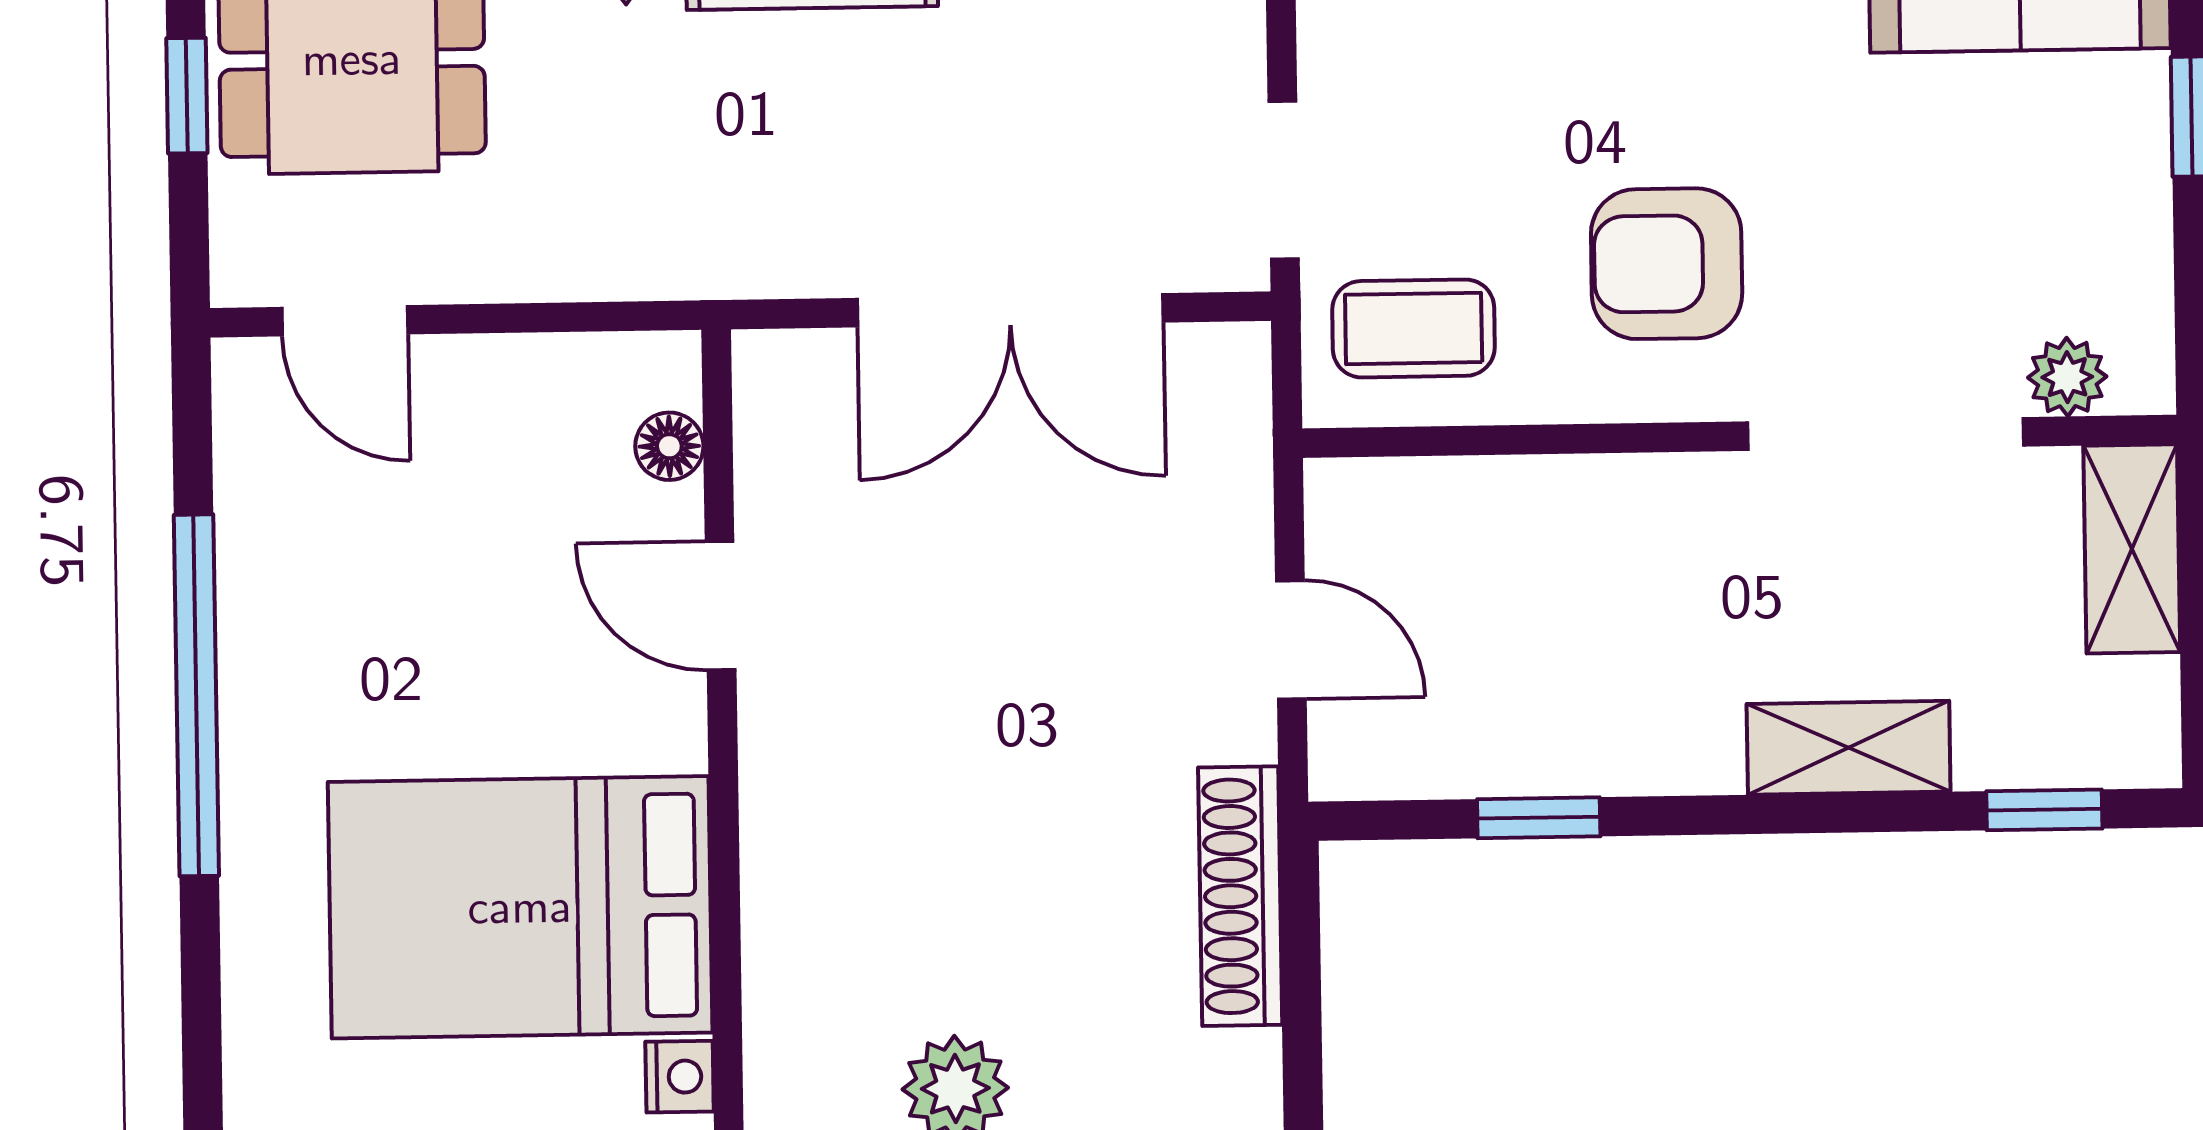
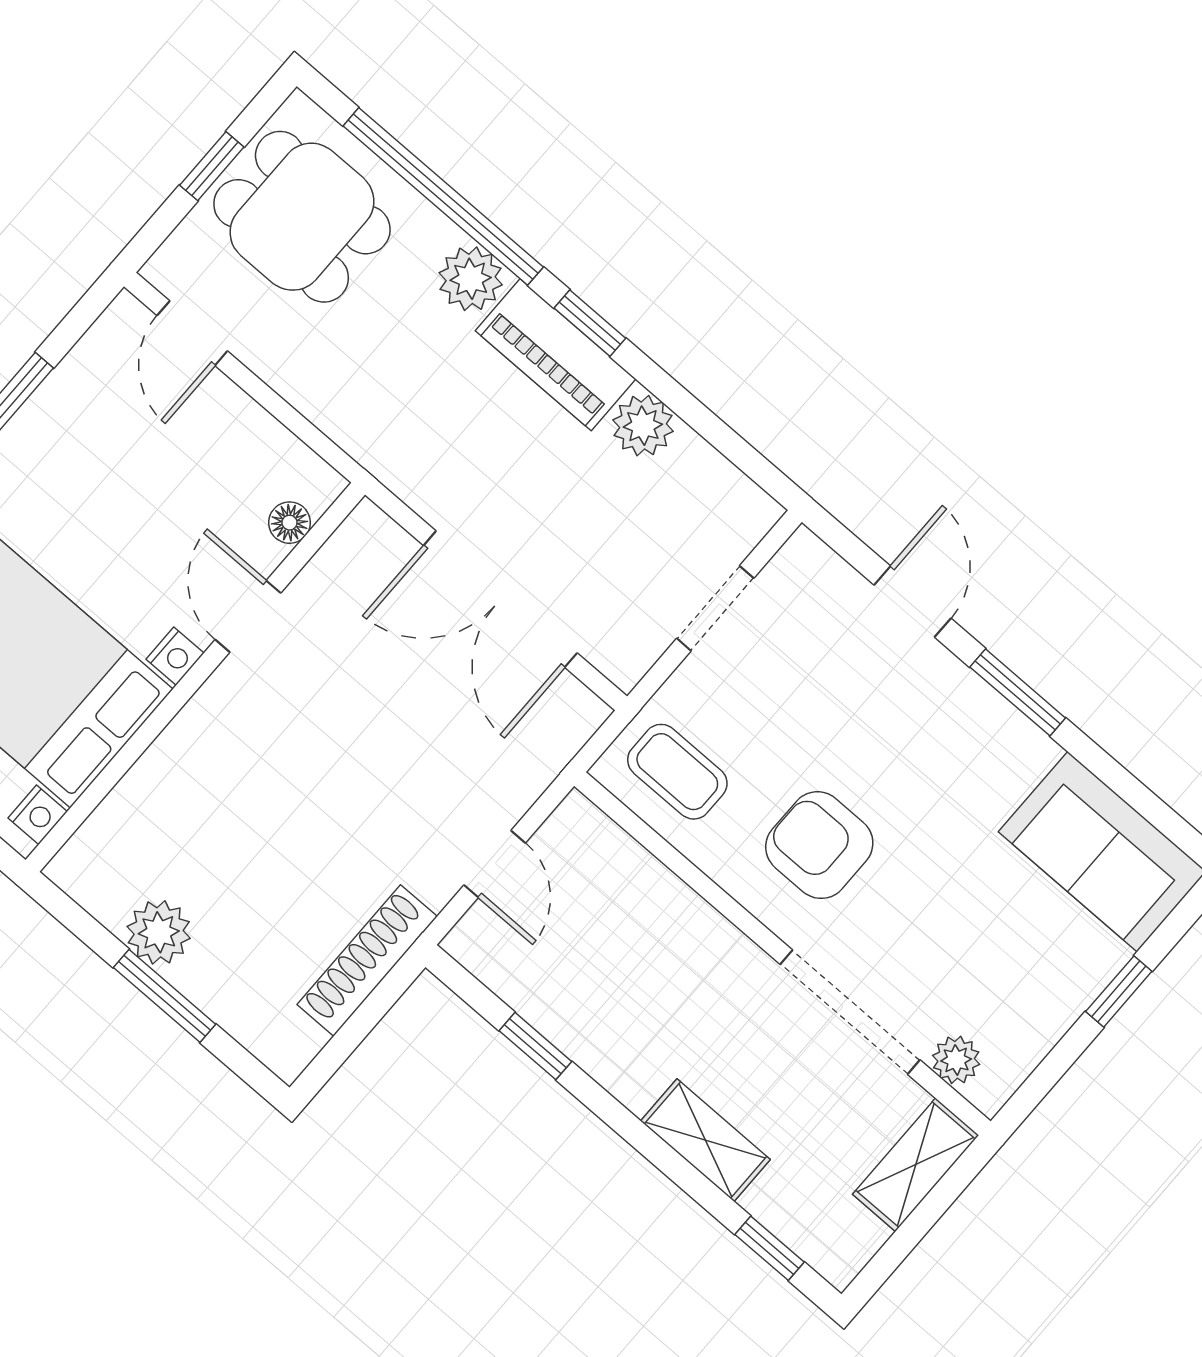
doorway: (1284, 180) -> (715, 608), moved
nightstand: (675, 734) -> (175, 656), added

